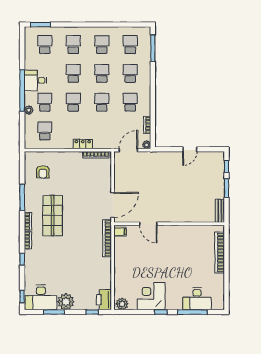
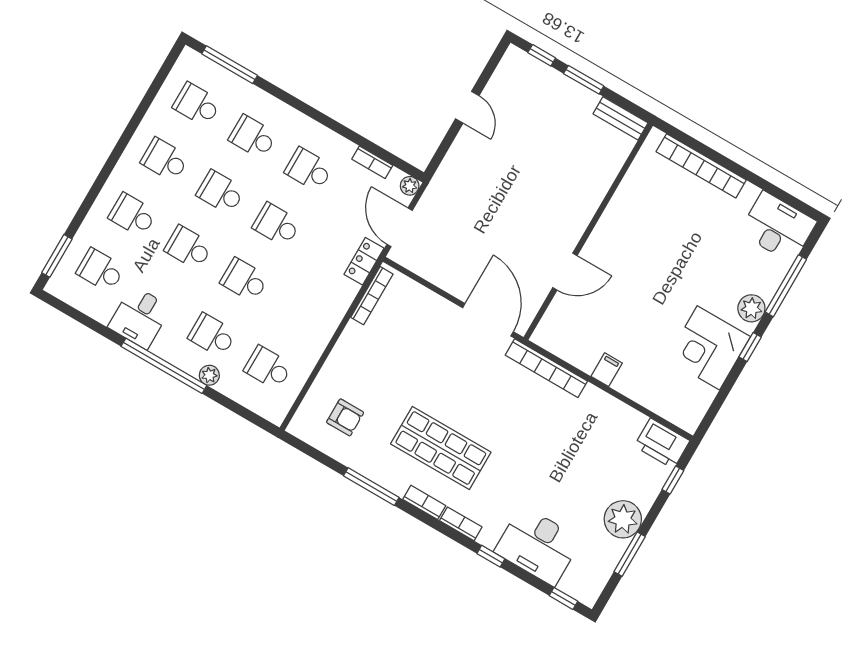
desk: (35, 80) -> (140, 317), moved
locker: (83, 144) -> (364, 261), moved
filing cabinet: (120, 231) -> (607, 370), moved
desk: (41, 297) -> (538, 546), moved, turned 90
desk: (197, 299) -> (778, 227), moved, turned -90
plant: (122, 304) -> (751, 308), moved

